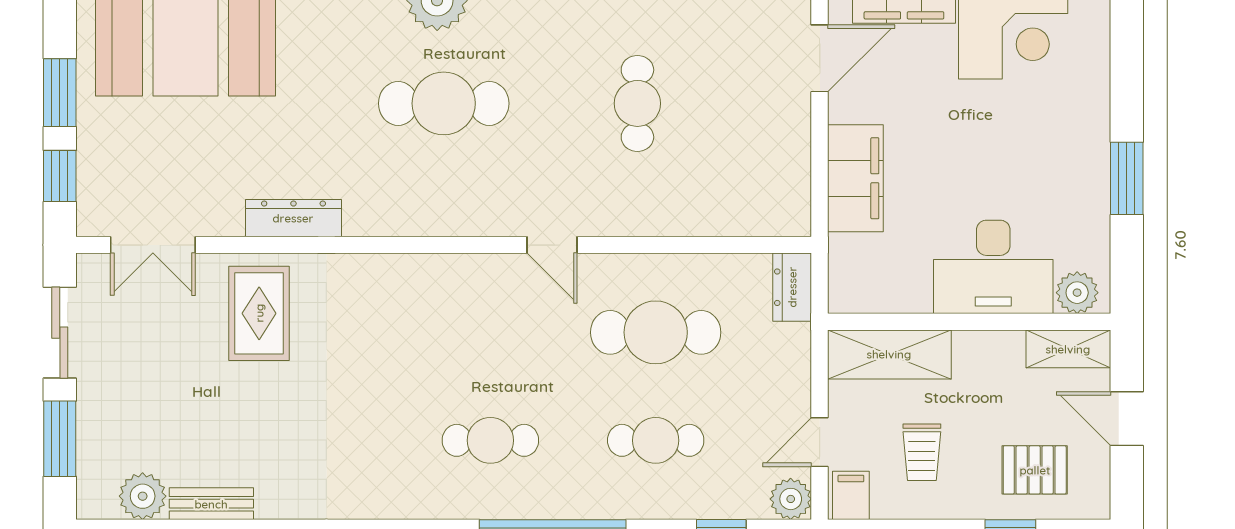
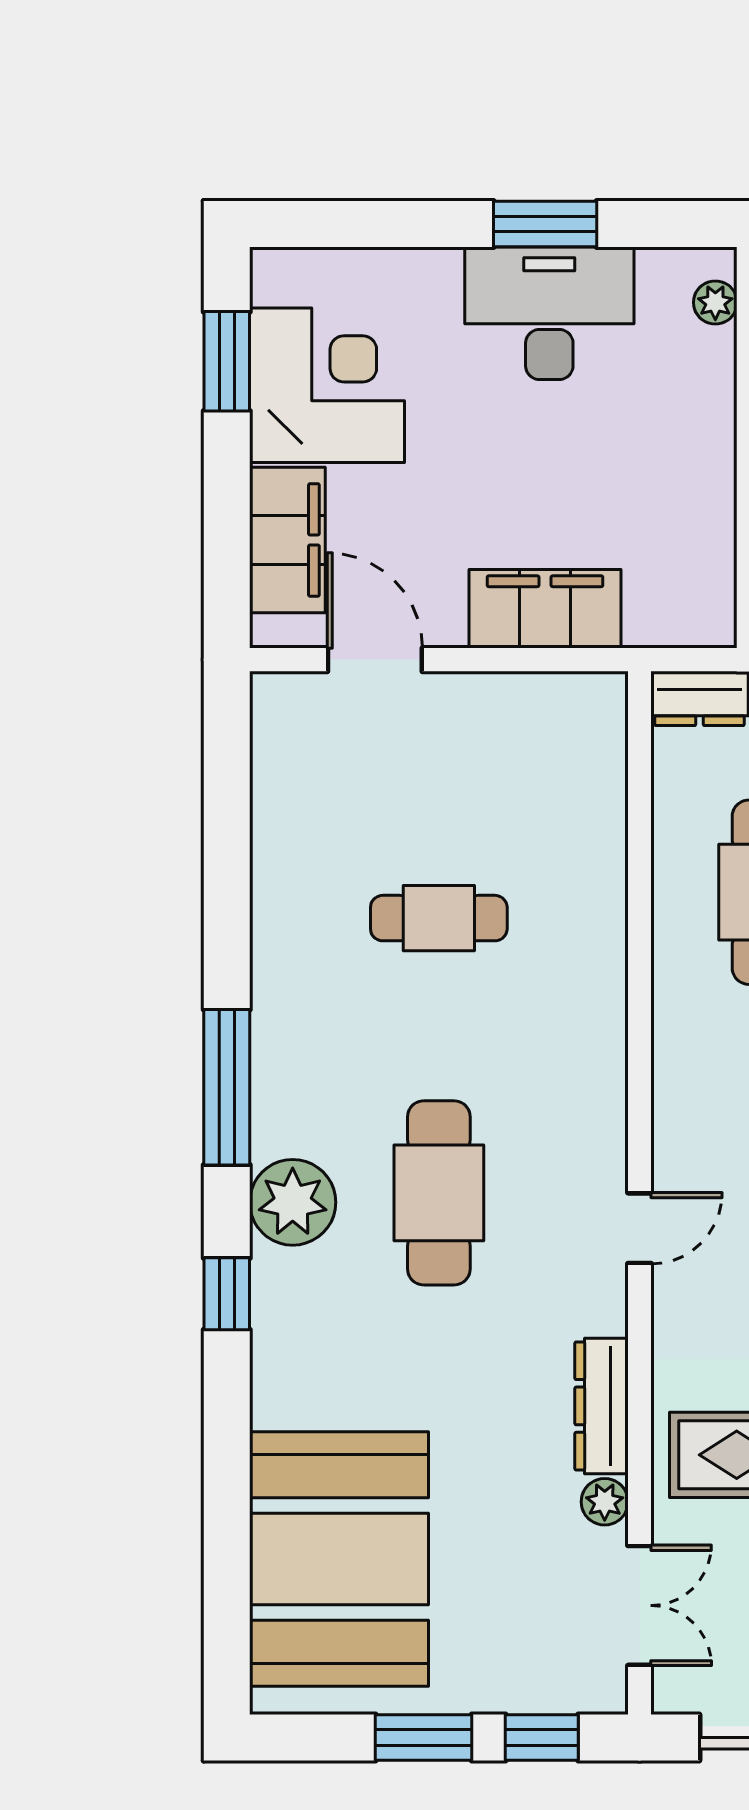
plant: (226, 220) -> (605, 1502), added
door: (552, 245) -> (640, 1228), moved
desk: (993, 267) -> (549, 313), moved, turned -90
plant: (1077, 293) -> (715, 302), width x0.73, depth x0.73

